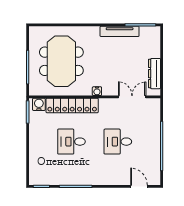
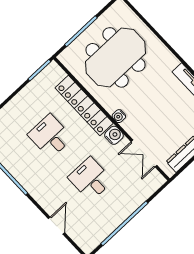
double door: (132, 97) -> (144, 153), swing flipped
water cooler: (39, 104) -> (114, 135), moved
door: (139, 186) -> (56, 226), moved

